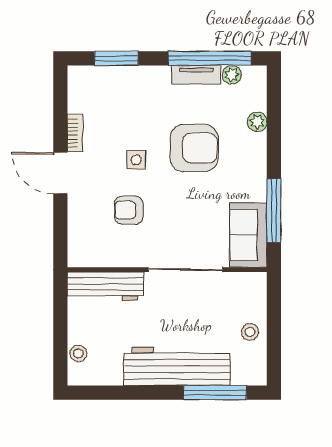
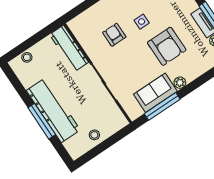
plant: (257, 122) -> (180, 83), moved
sofa: (248, 235) -> (155, 93), moved
window: (215, 393) -> (42, 121), moved

